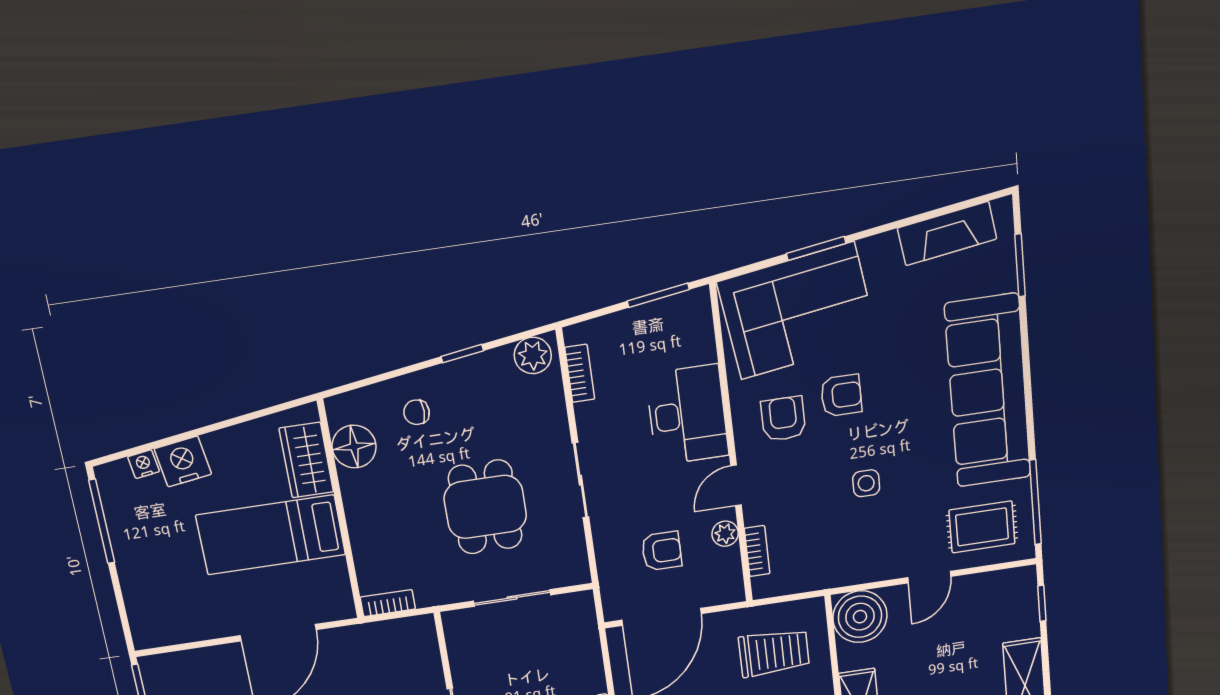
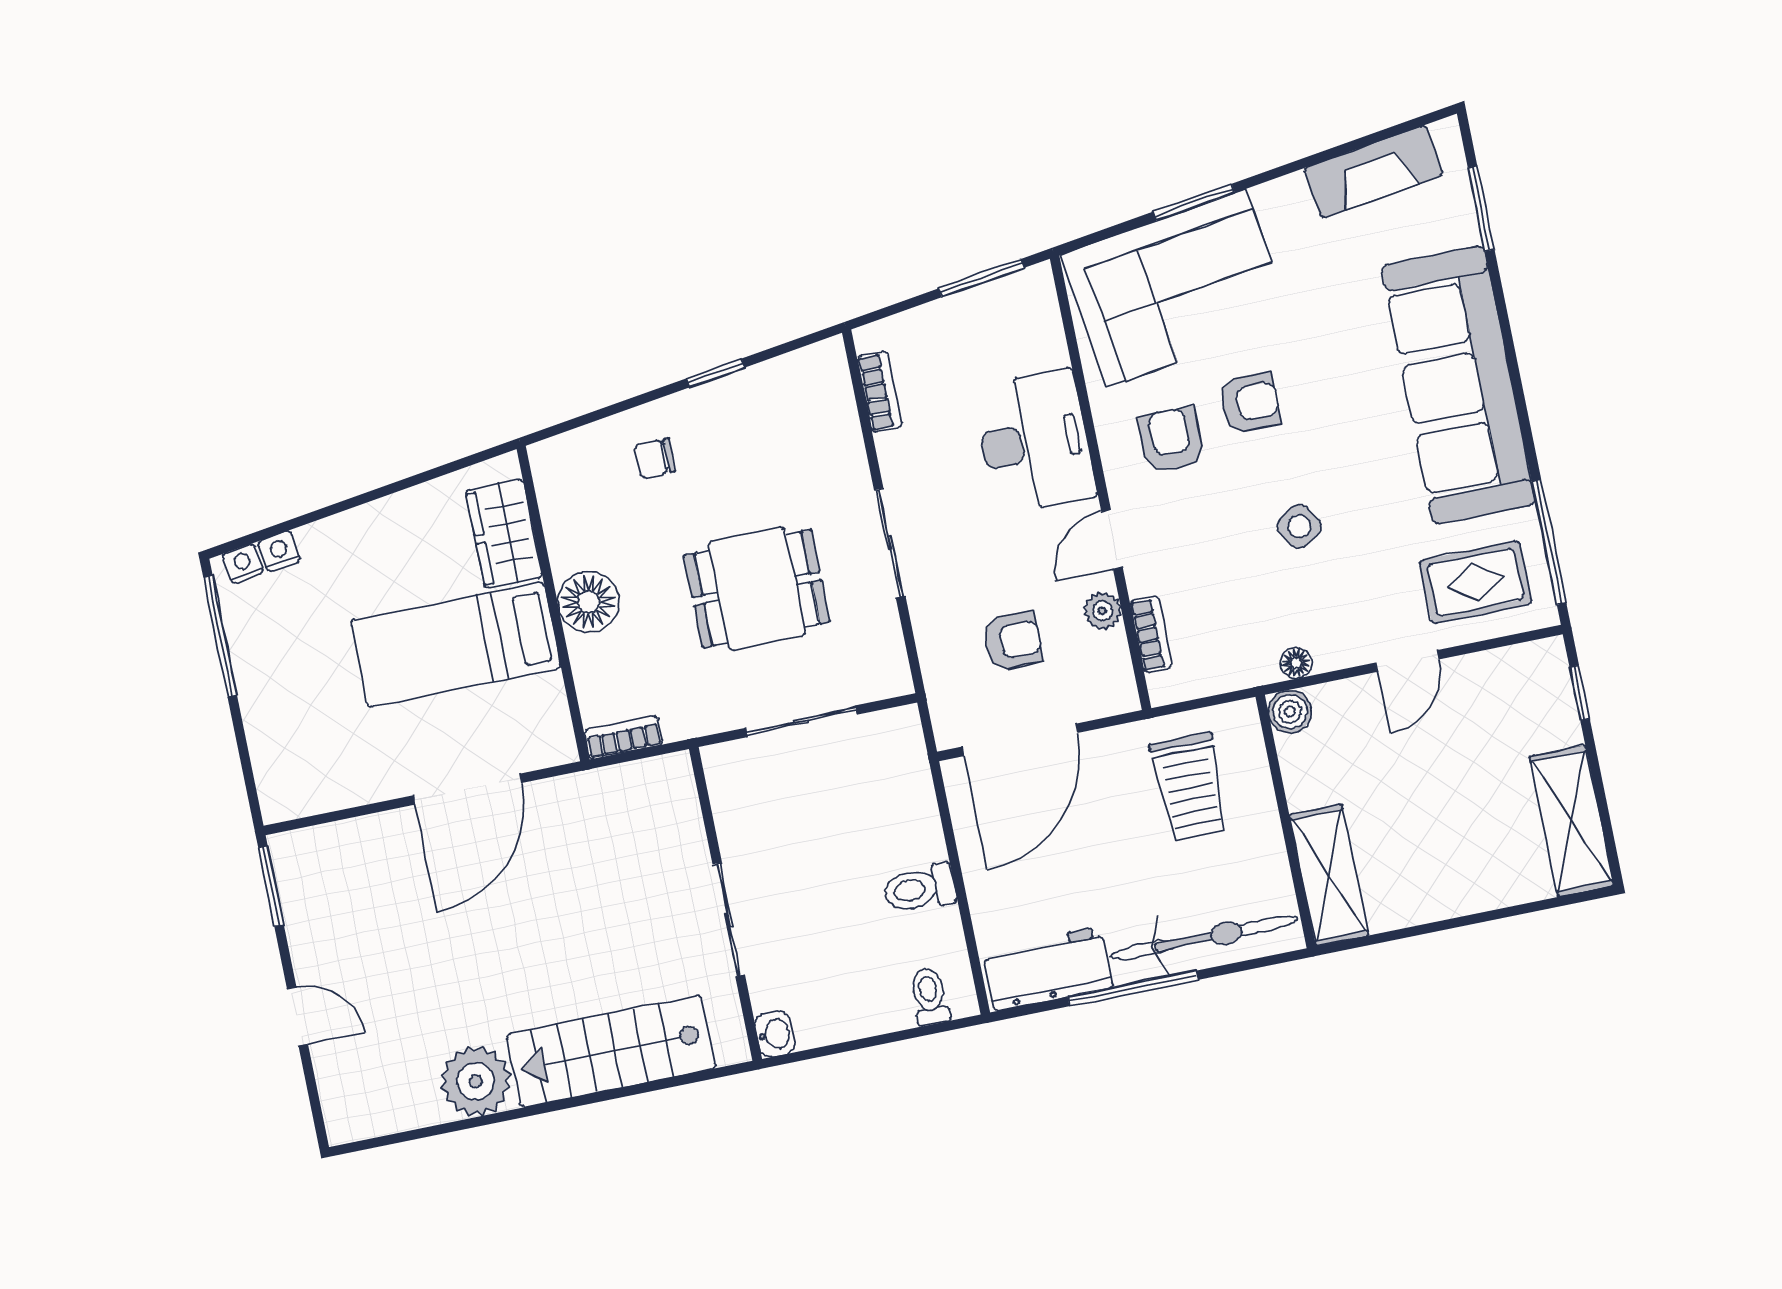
plant: (533, 355) -> (813, 370), removed
floor lamp: (354, 447) -> (588, 602), moved
nightstand: (183, 462) -> (243, 564), moved, width x0.53, depth x0.56
side table: (866, 483) -> (1299, 527), turned -31
dining table: (485, 507) -> (757, 589), turned 90
floor lamp: (854, 575) -> (1296, 663), added
boiler: (860, 617) -> (1290, 711), width x0.54, depth x0.54
trolley: (774, 653) -> (1190, 787), turned 90

